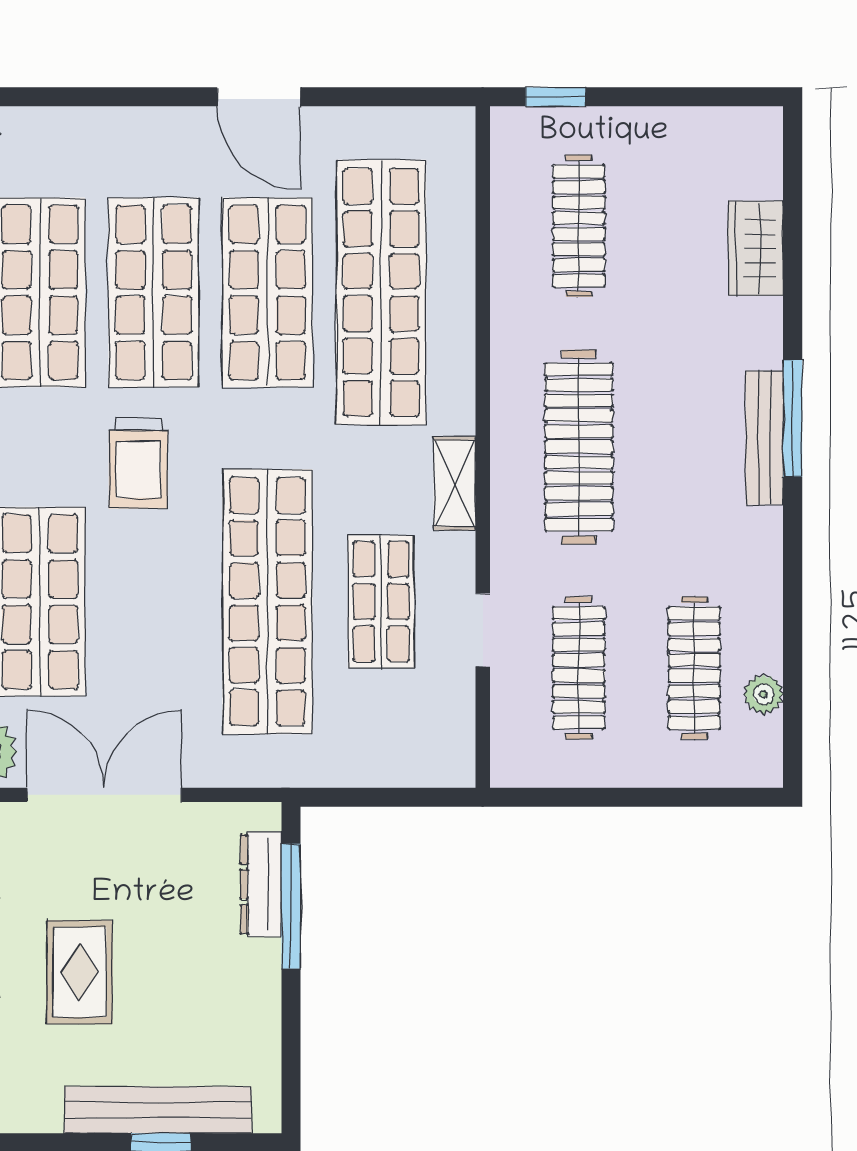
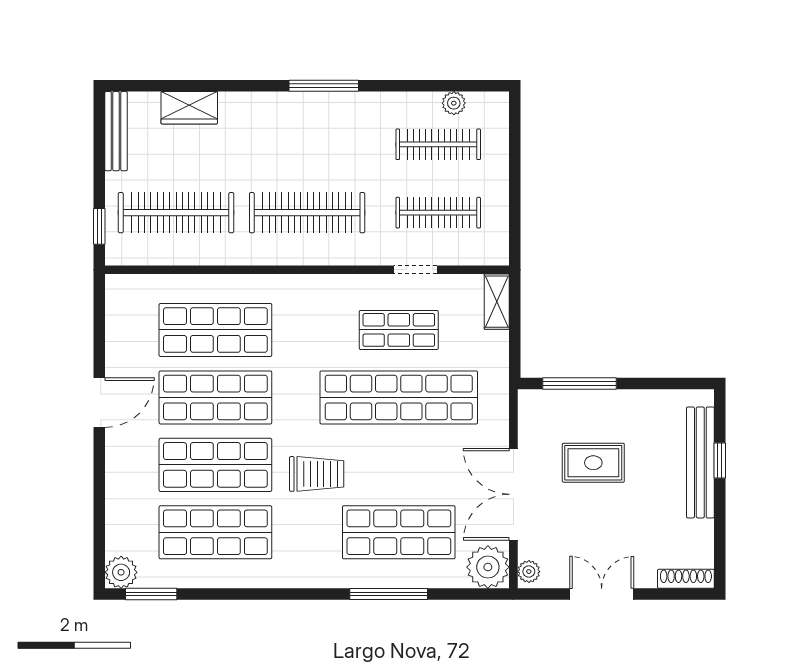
clothes rail: (579, 226) -> (176, 213), width x1.37, depth x1.31
shop shelf: (381, 292) -> (215, 330), width x0.71
window: (793, 418) -> (324, 86), moved
bench: (765, 438) -> (116, 131), moved, turned 90
shelving: (455, 483) -> (497, 302), moved, turned 90
dresser: (261, 884) -> (566, 401), removed
rug: (80, 972) -> (593, 463), moved

